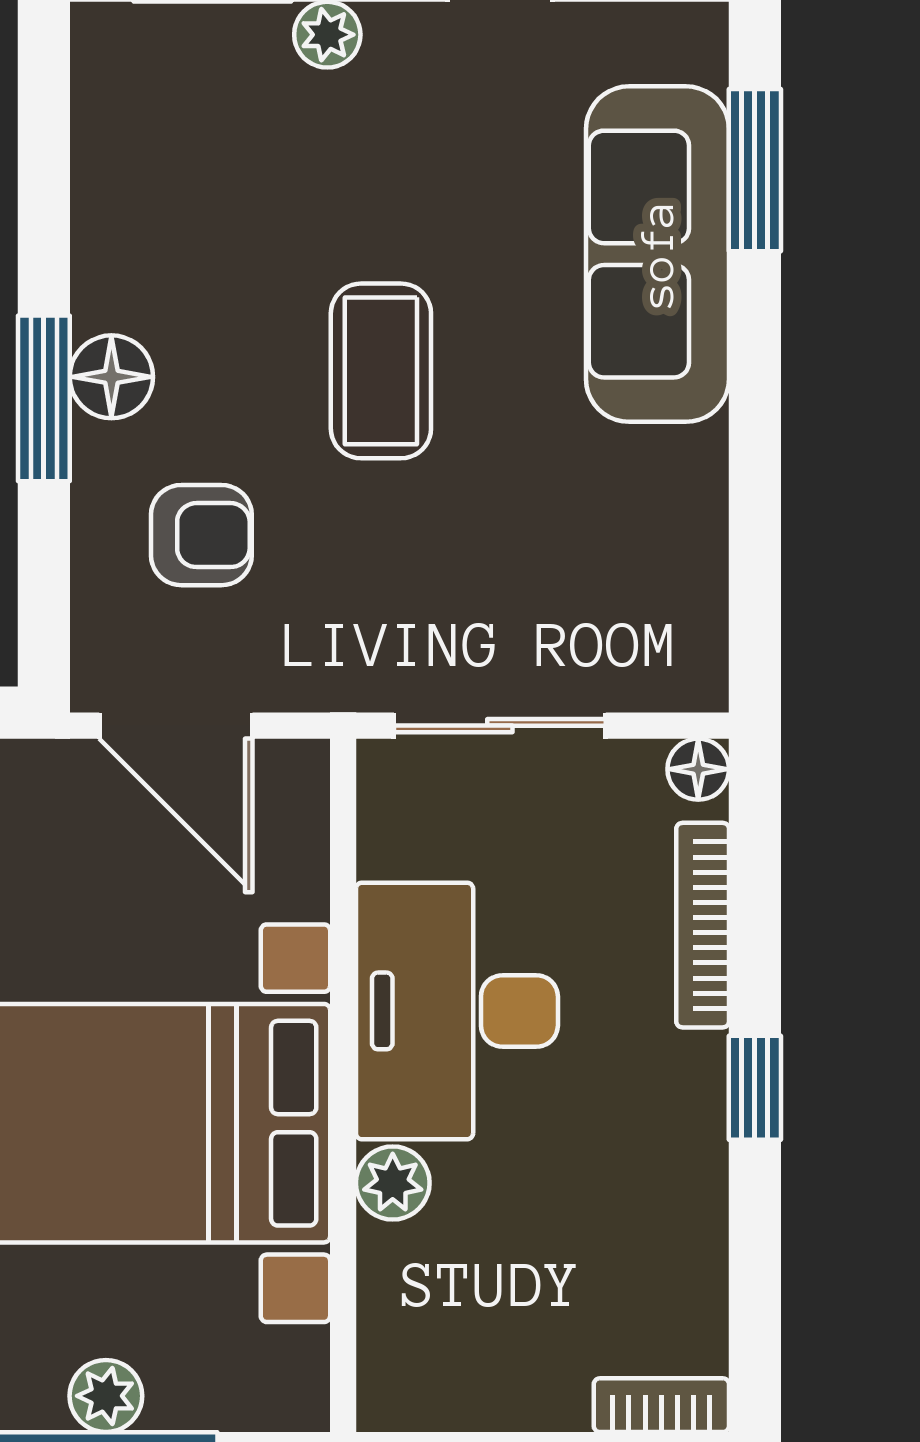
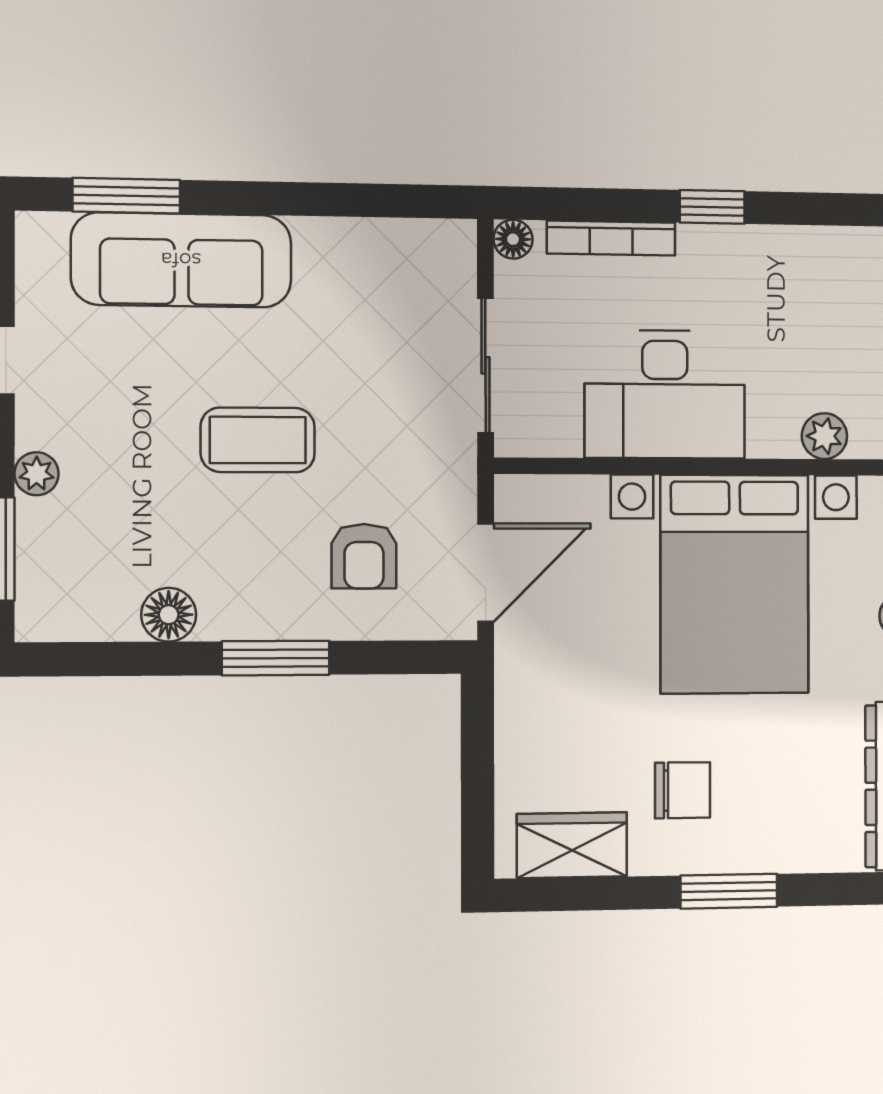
floor lamp: (111, 377) -> (169, 615), moved
armchair: (201, 535) -> (364, 556), turned 180
plant: (393, 1183) -> (824, 436), moved

